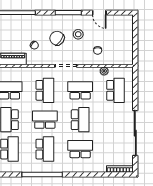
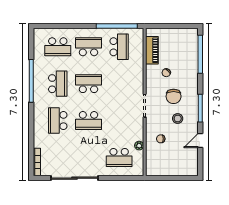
chair: (57, 38) -> (174, 96), turned 144
school desk: (45, 90) -> (119, 84), removed
school desk: (80, 90) -> (119, 121), removed
school desk: (45, 120) -> (88, 84), turned -90
school desk: (45, 149) -> (58, 84), turned -90
school desk: (80, 149) -> (58, 121), turned 180

